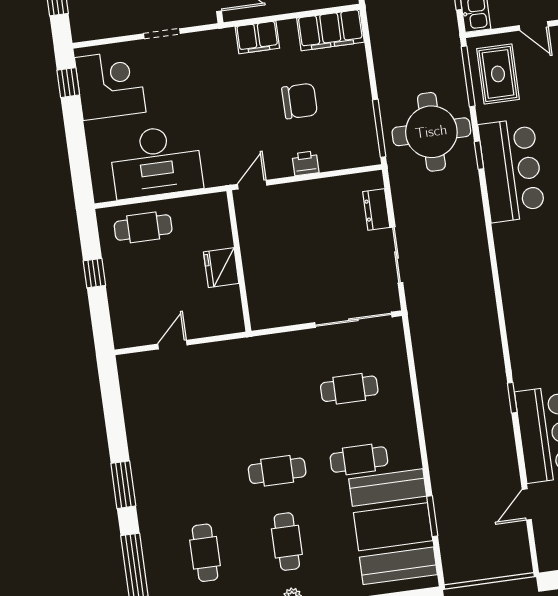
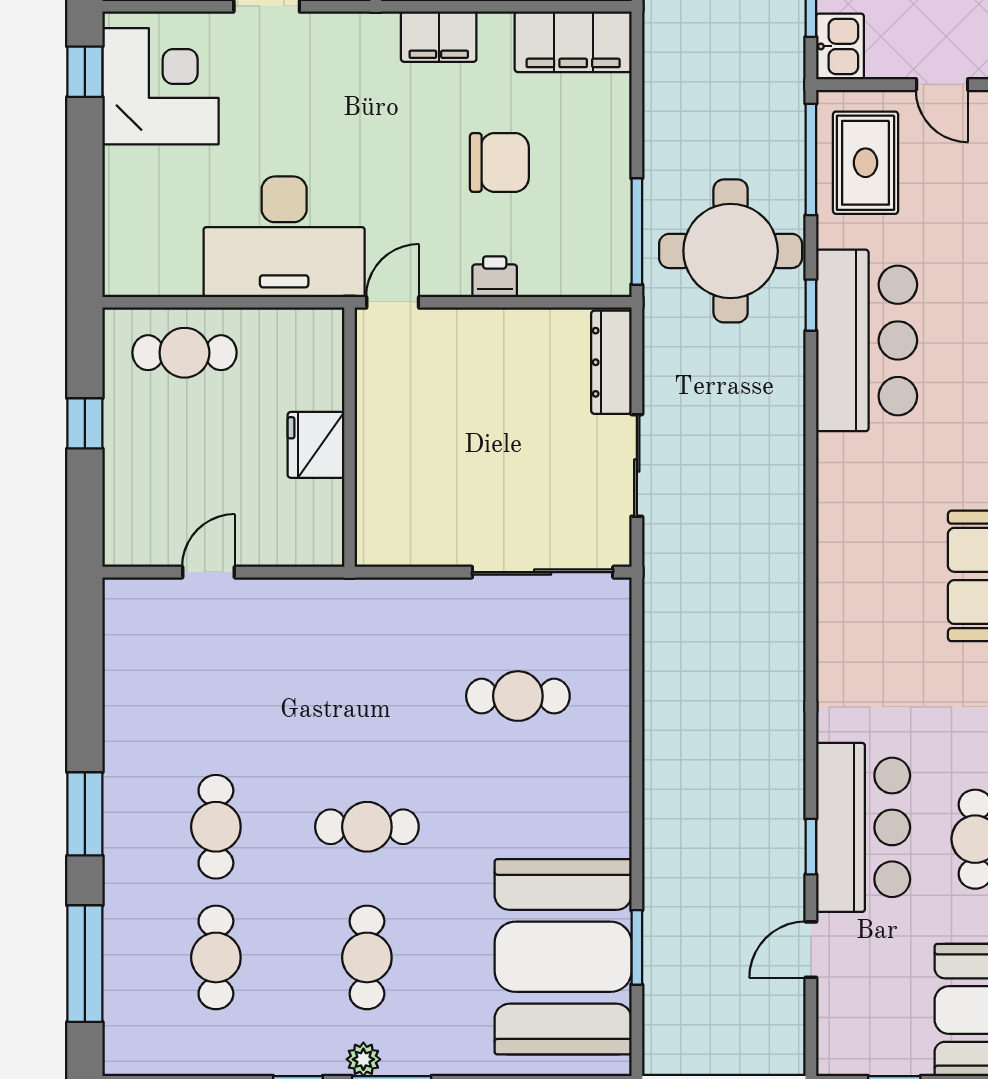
desk: (156, 162) -> (284, 237), moved
dresser: (376, 209) -> (611, 362), width x1.44
window: (512, 398) -> (811, 847), moved
cafe table: (359, 460) -> (216, 827), moved, turned 90

